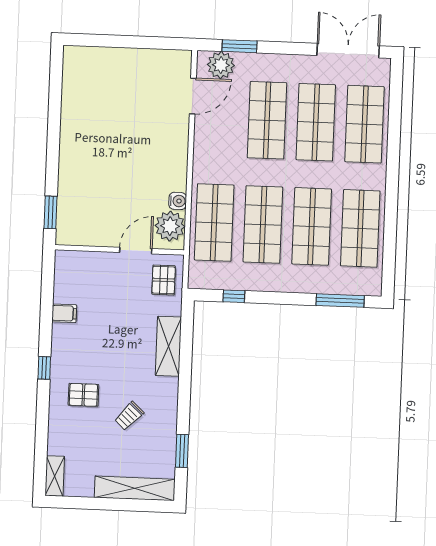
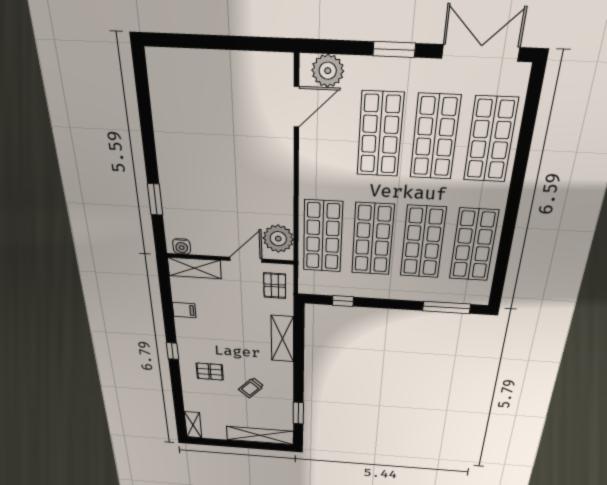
window: (240, 46) -> (394, 49), moved
water cooler: (178, 201) -> (182, 246), moved, turned 90
window: (50, 212) -> (155, 199), moved
shelving: (82, 262) -> (194, 268), added

